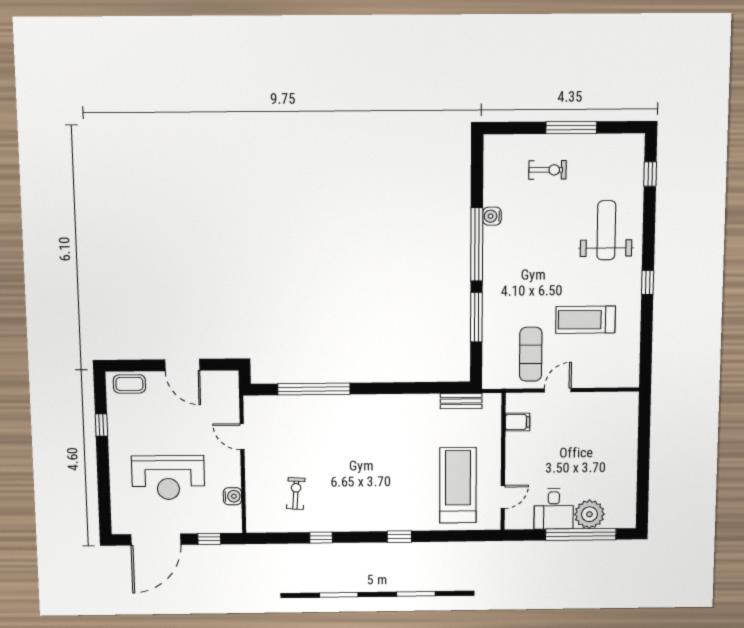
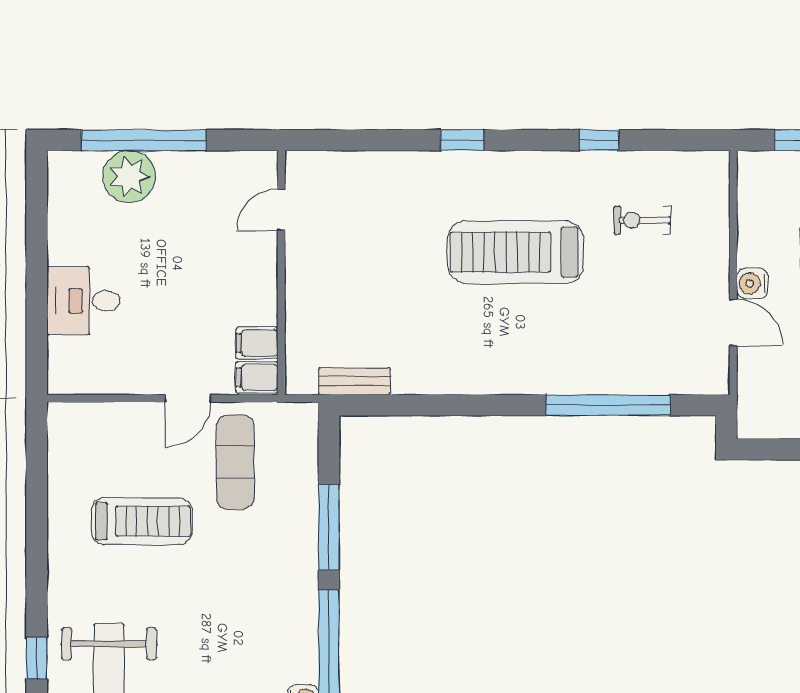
window: (648, 282) -> (37, 658), moved
filing cabinet: (518, 403) -> (257, 377), added
treadmill: (458, 485) -> (515, 252), moved, turned 90
exercise bike: (296, 493) -> (642, 220), turned 86
water cooler: (232, 496) -> (752, 283), moved
desk: (554, 509) -> (84, 301), moved, turned -90

